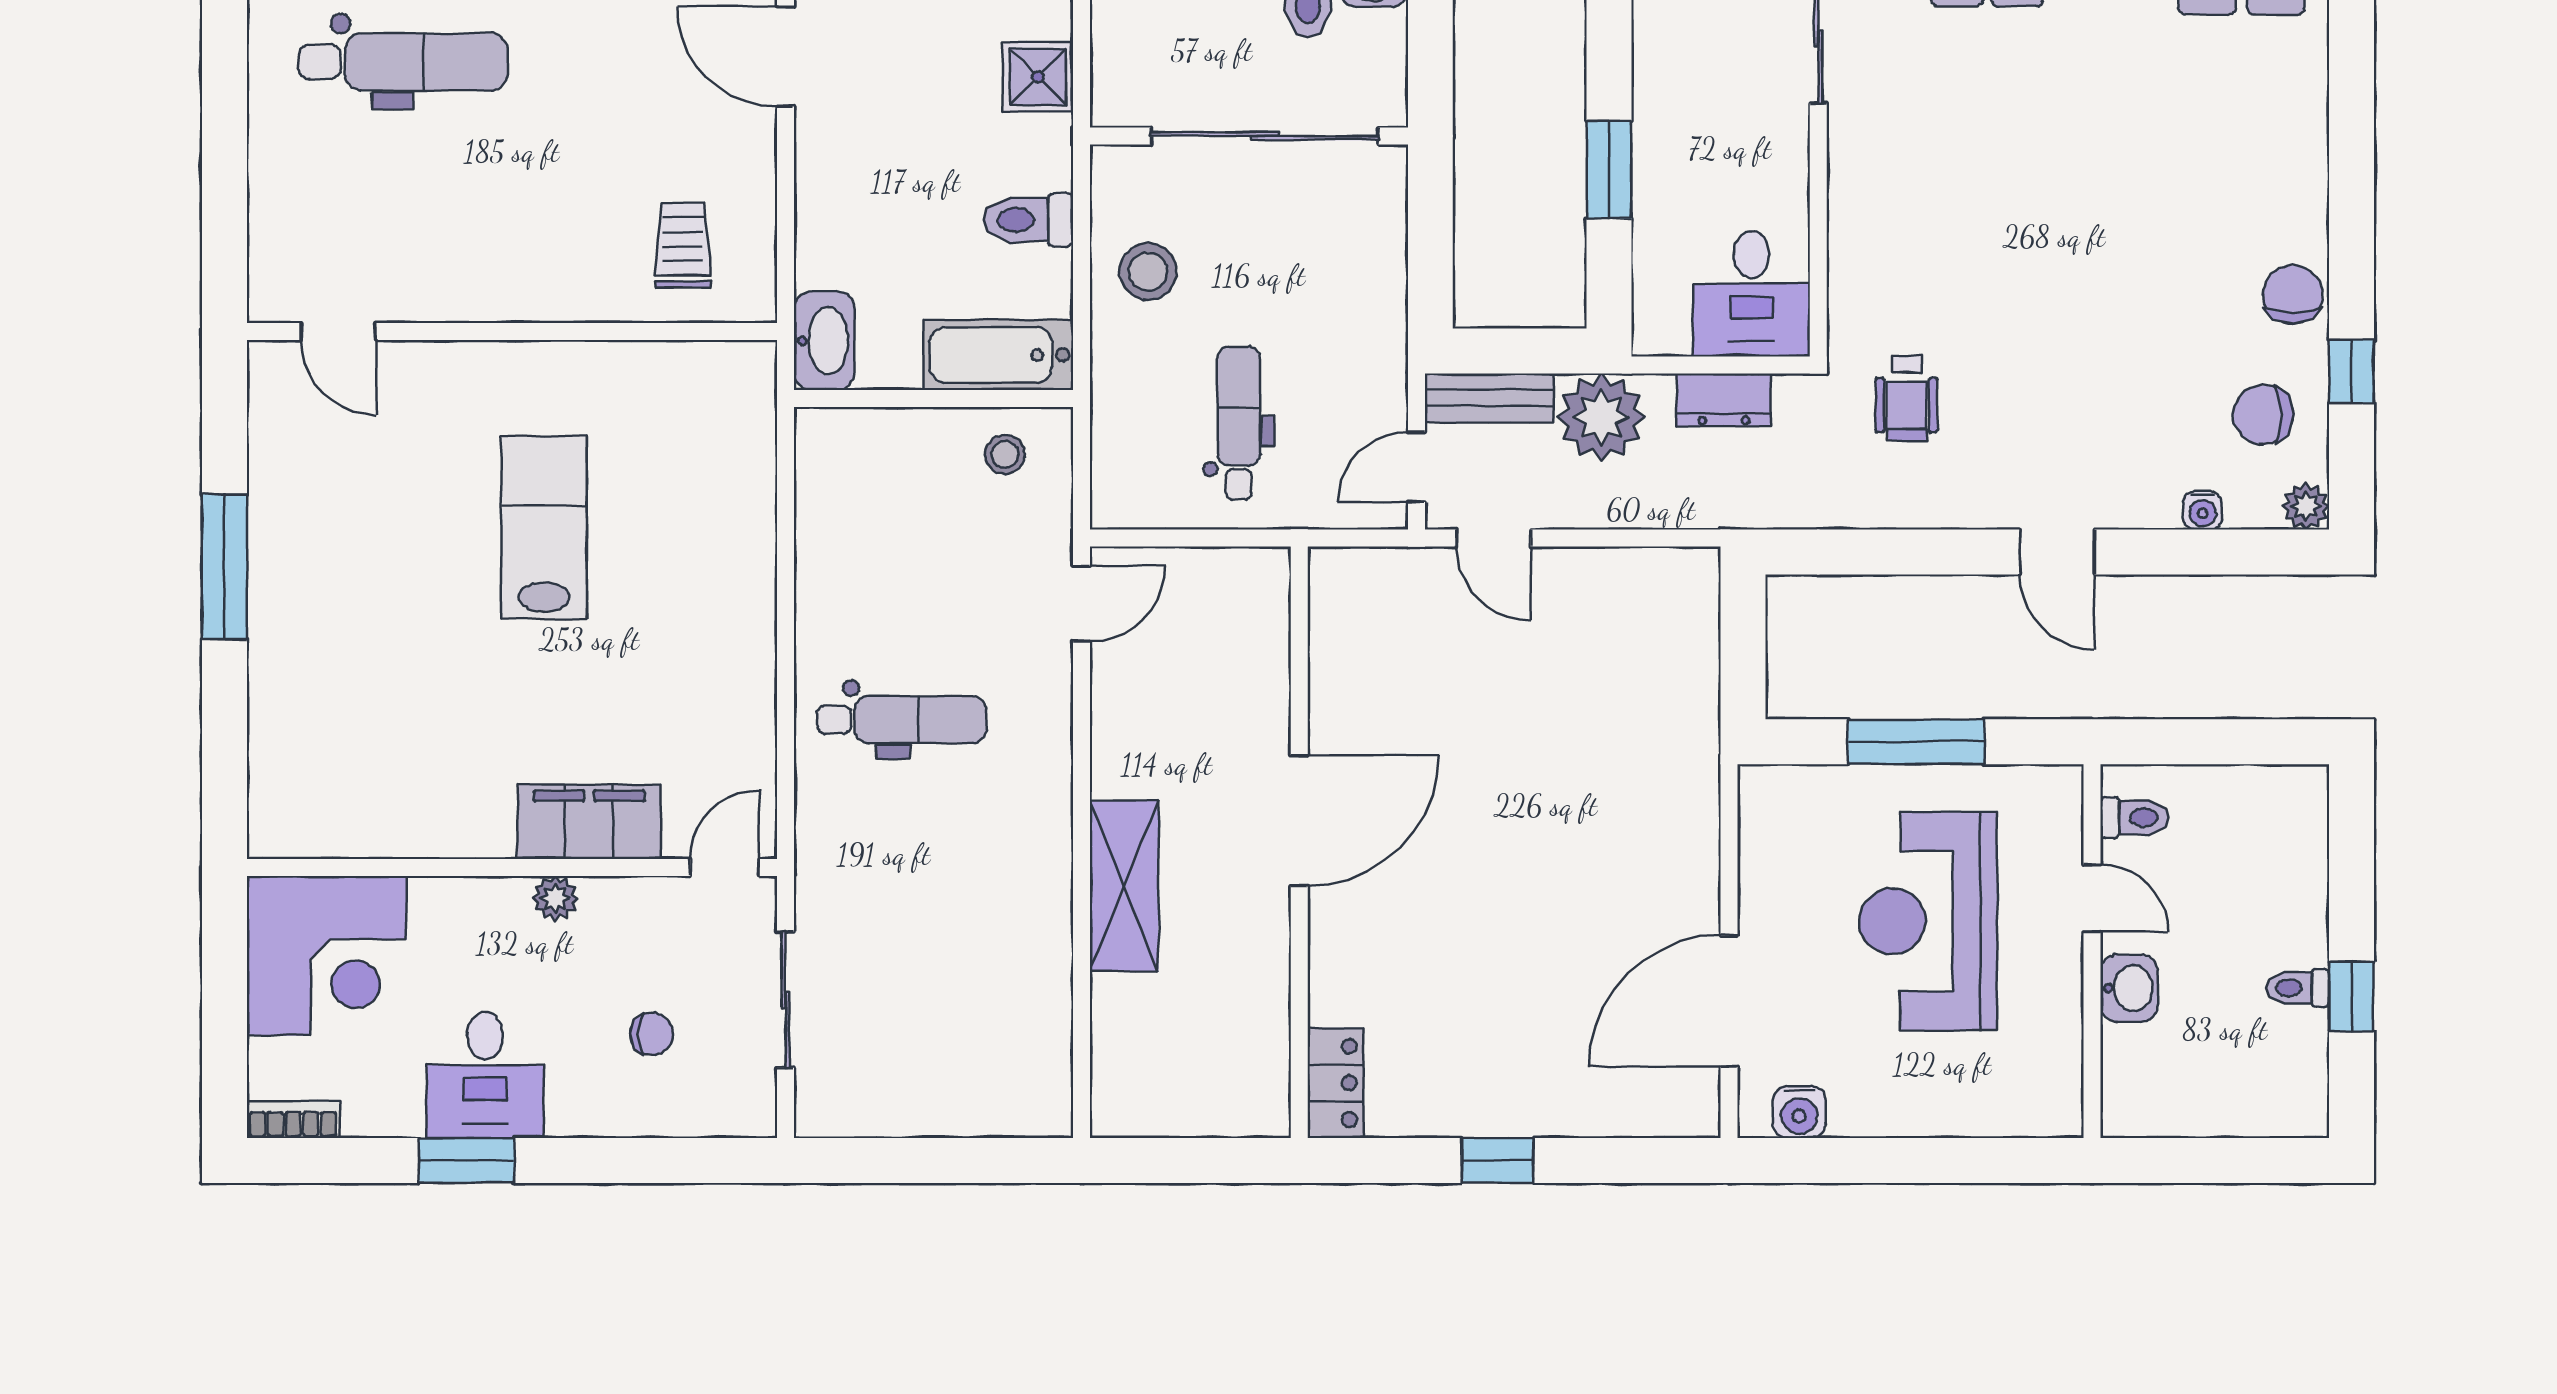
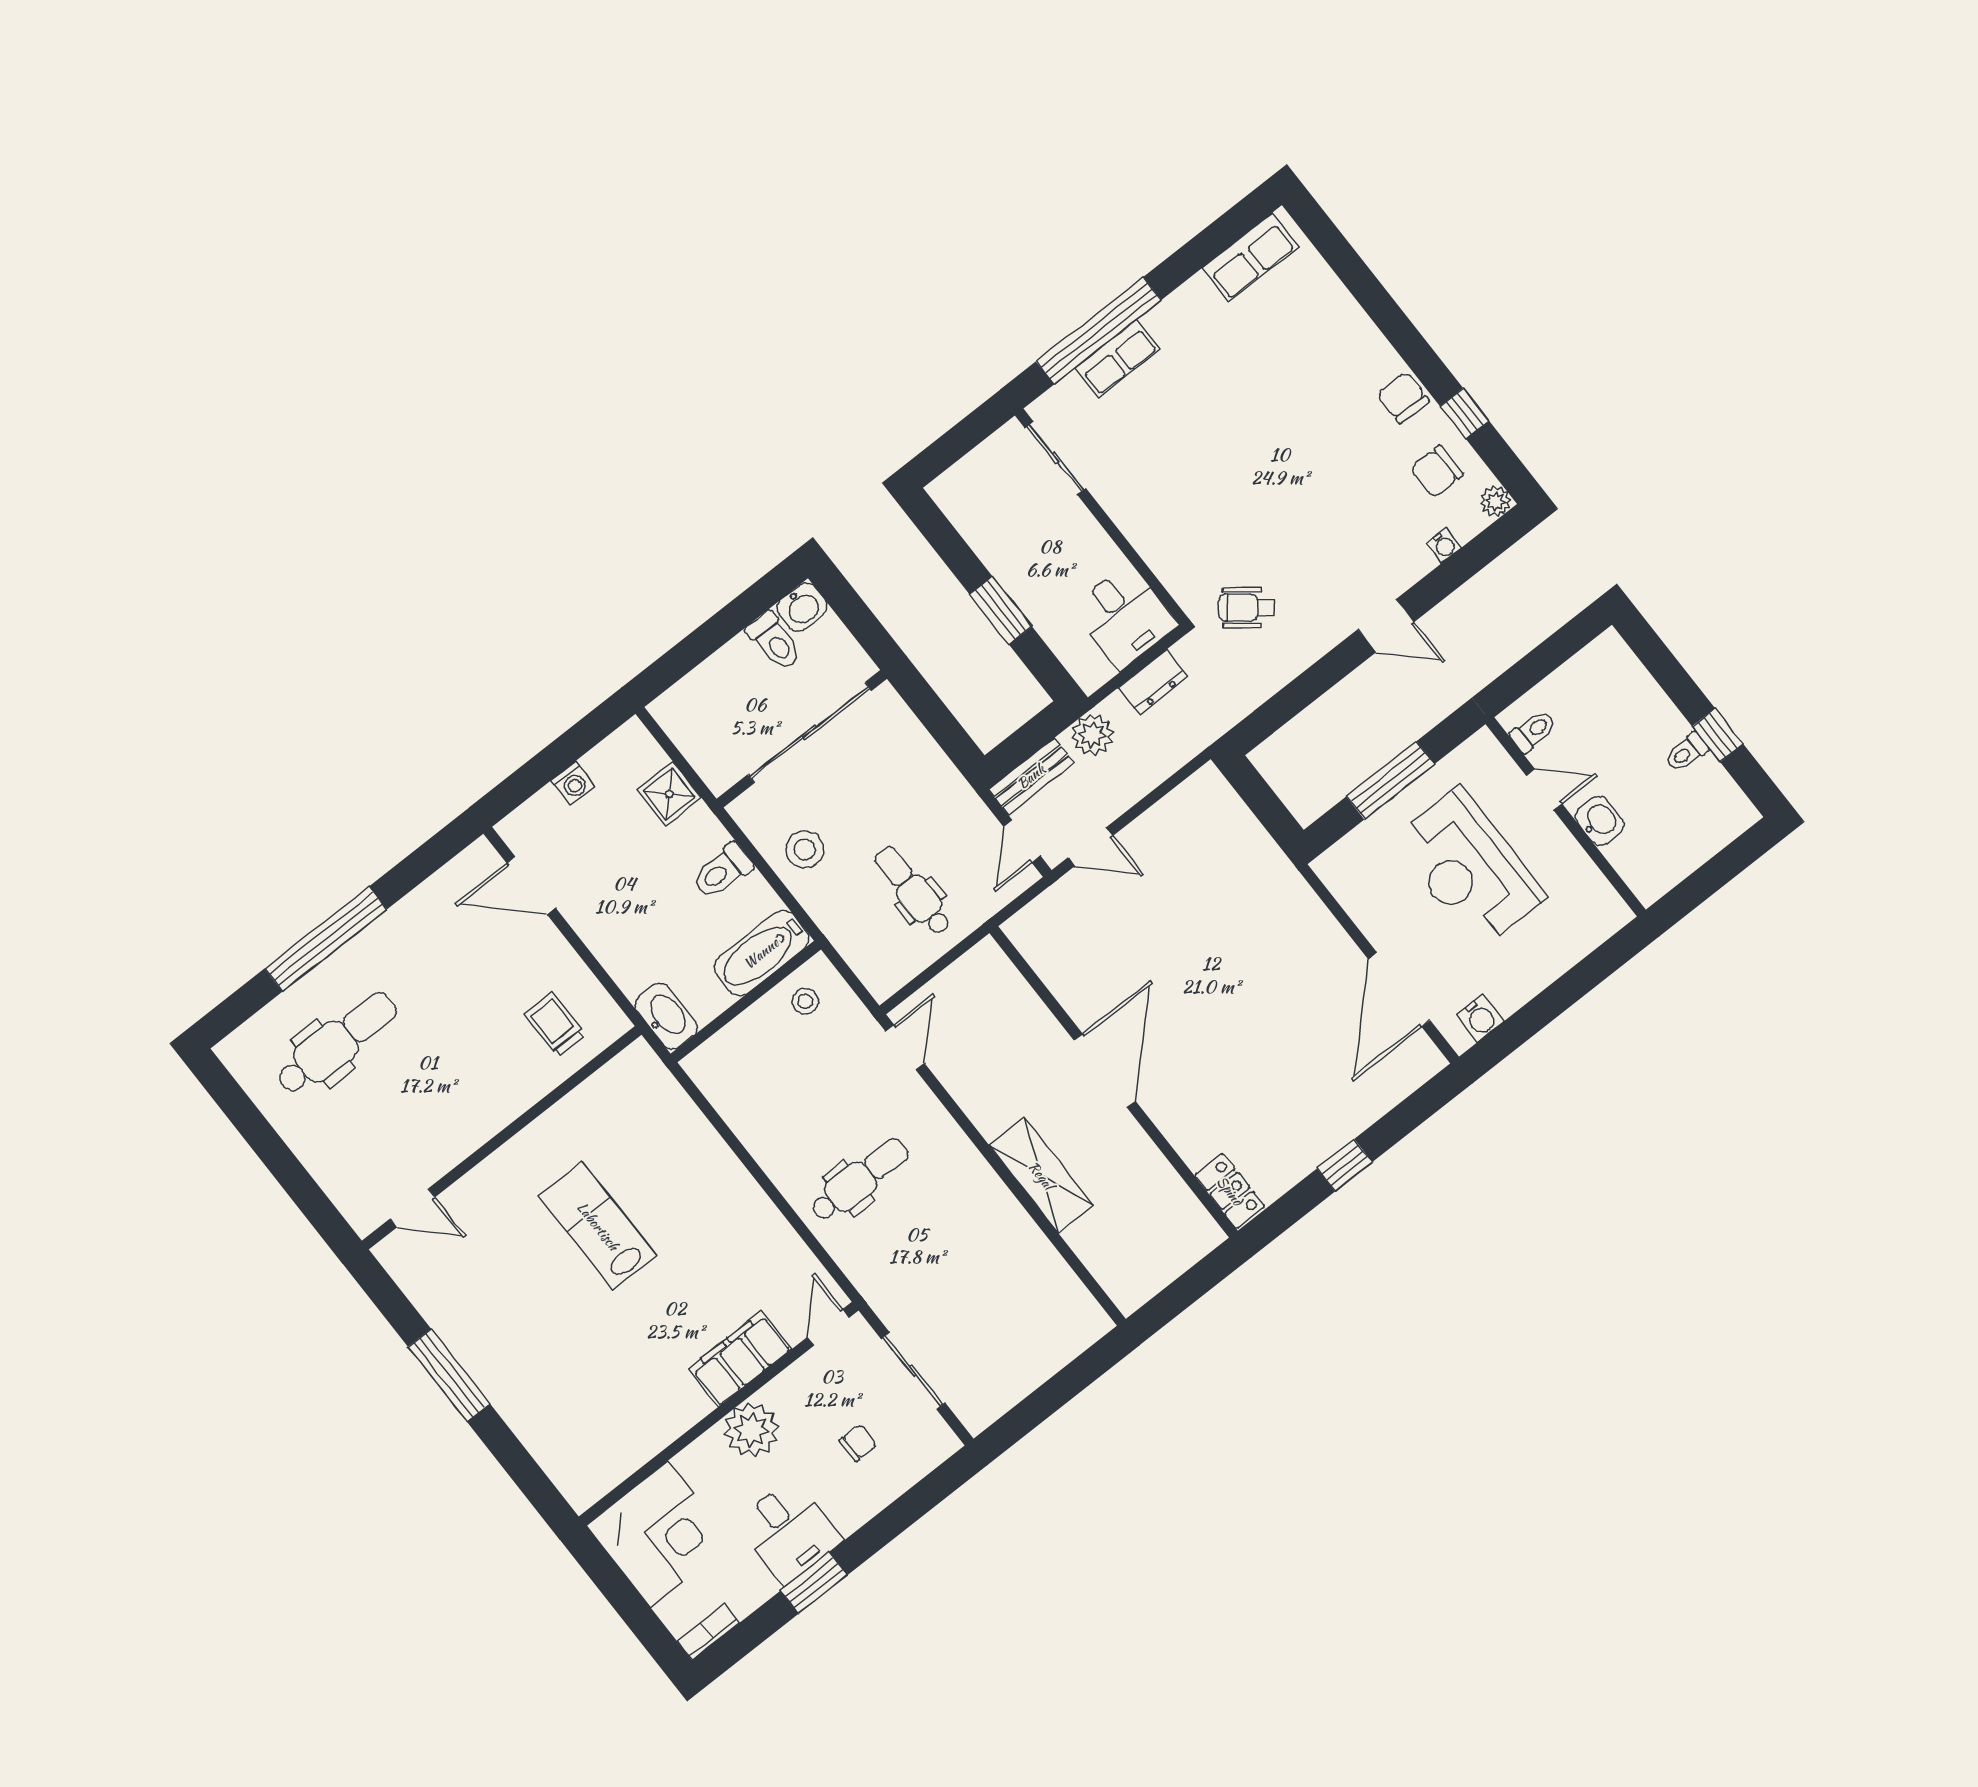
wheelchair: (1907, 398) -> (1246, 607), turned 128
plant: (1601, 417) -> (1092, 735), width x0.73, depth x0.73
plant: (555, 898) -> (751, 1430), width x1.87, depth x1.87

